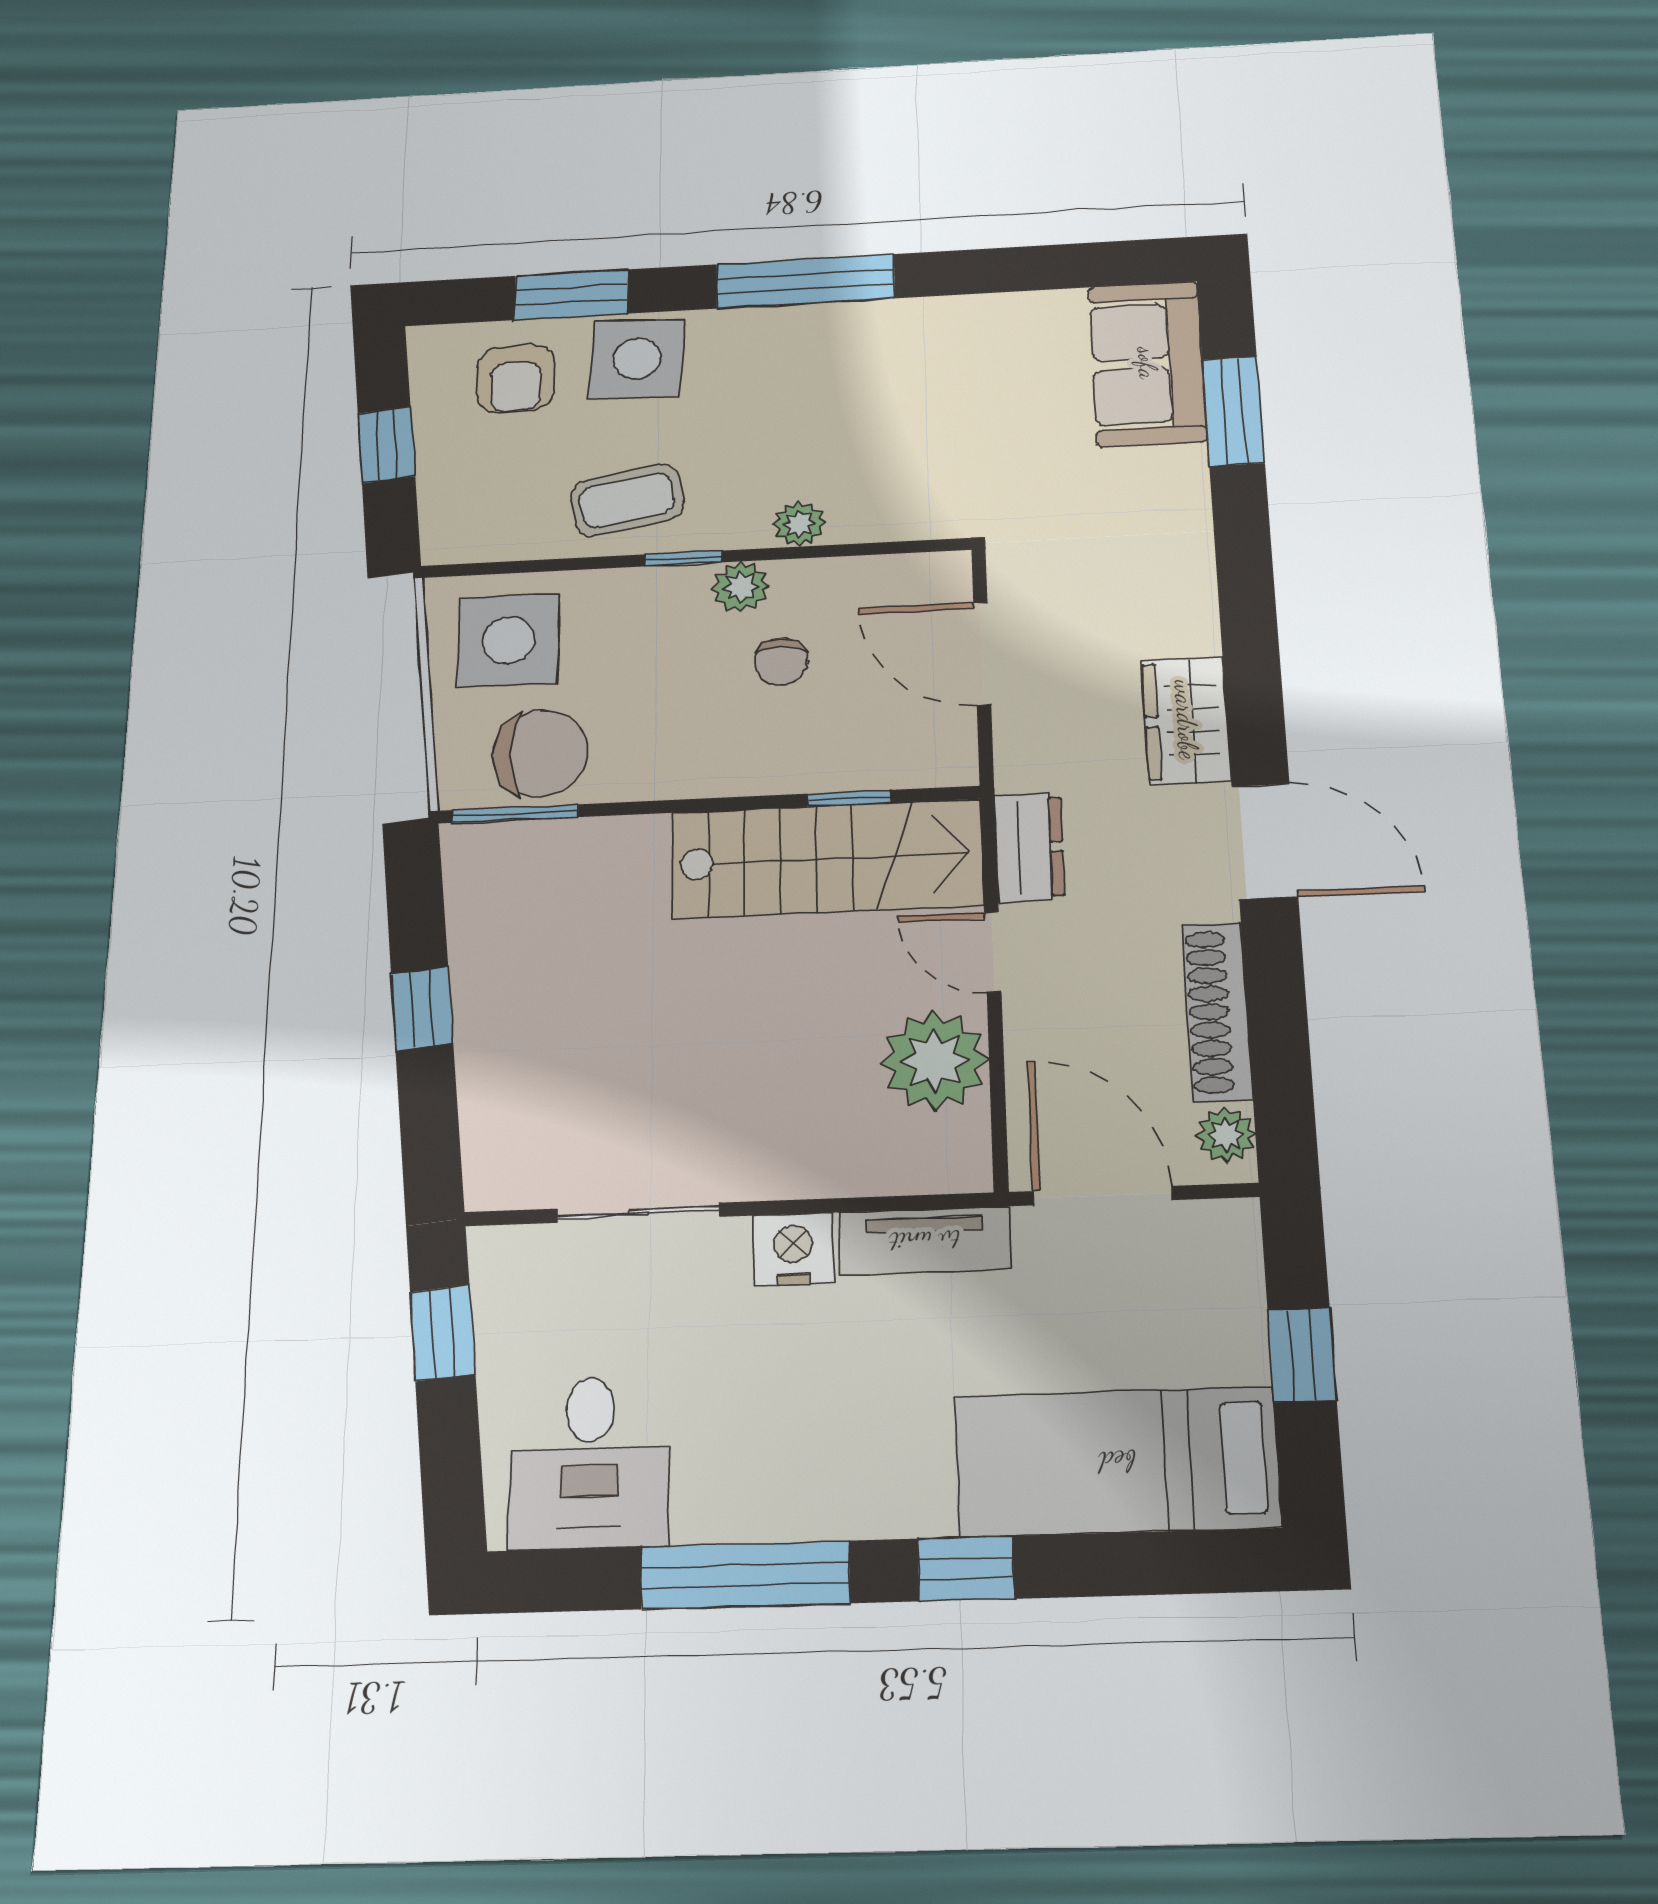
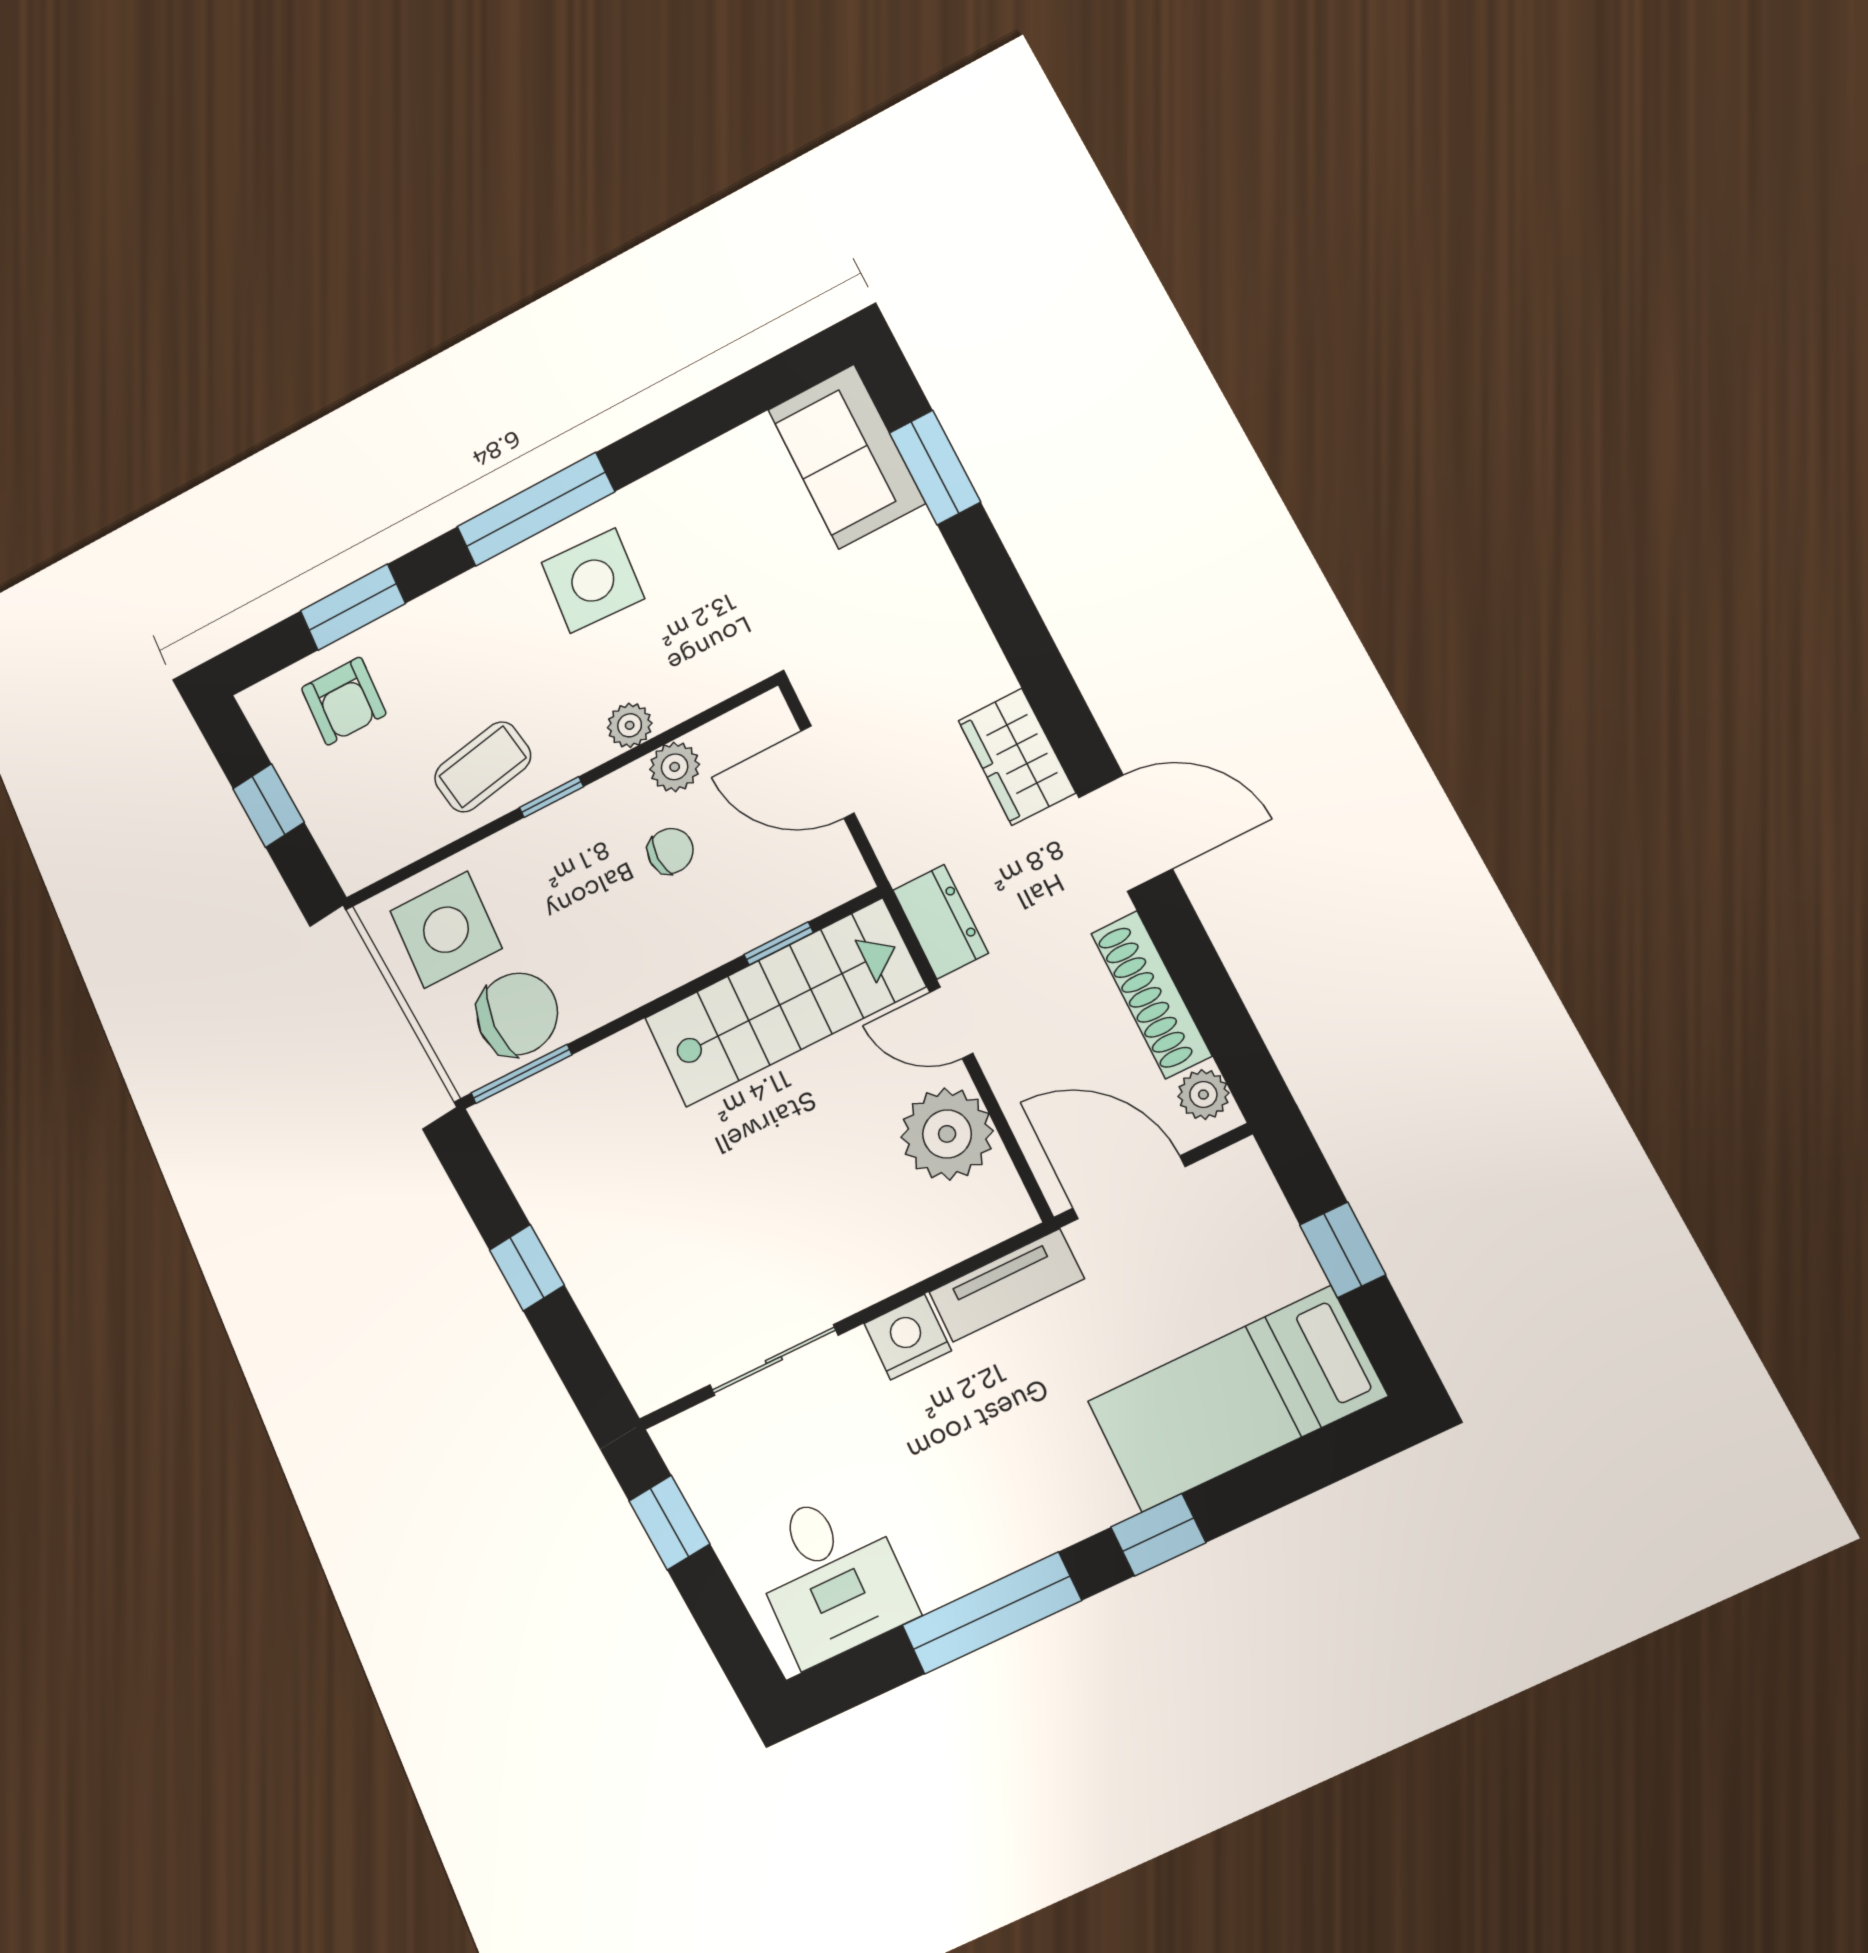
side table: (637, 359) -> (593, 581), moved
plant: (741, 587) -> (675, 767), moved
chair: (781, 661) -> (670, 851), turned -93

